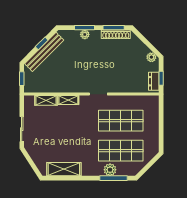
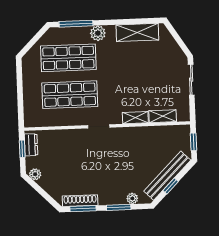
plant: (85, 34) -> (132, 198), moved
plant: (110, 170) -> (98, 33), moved

